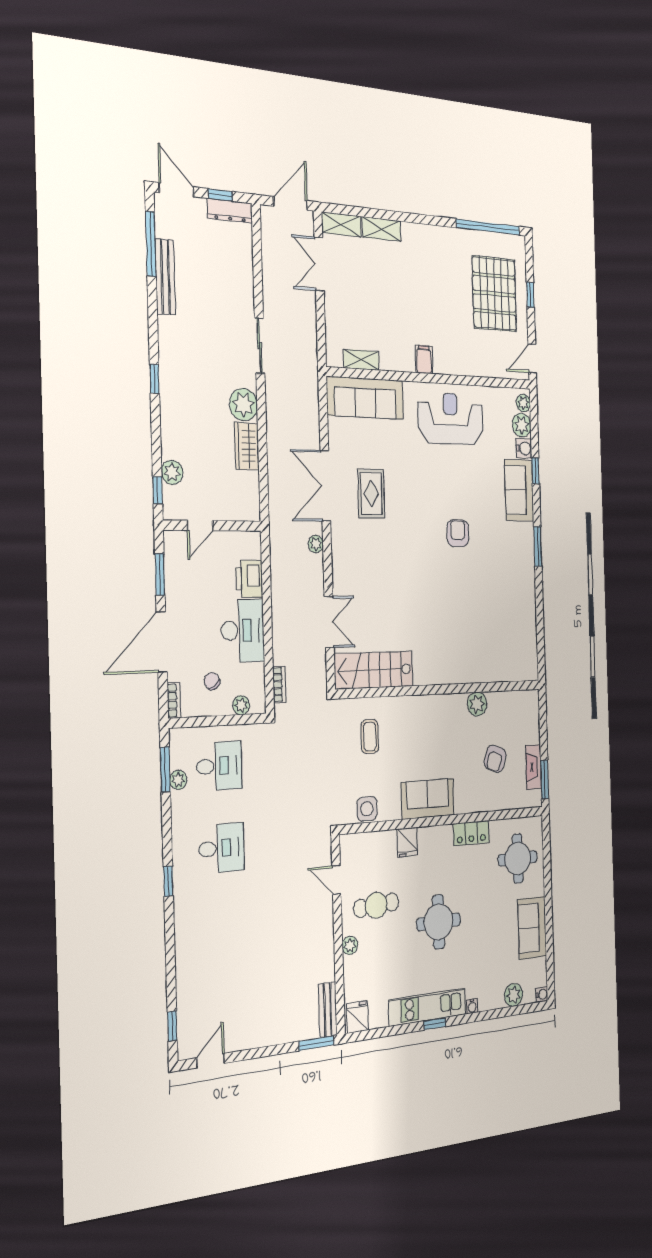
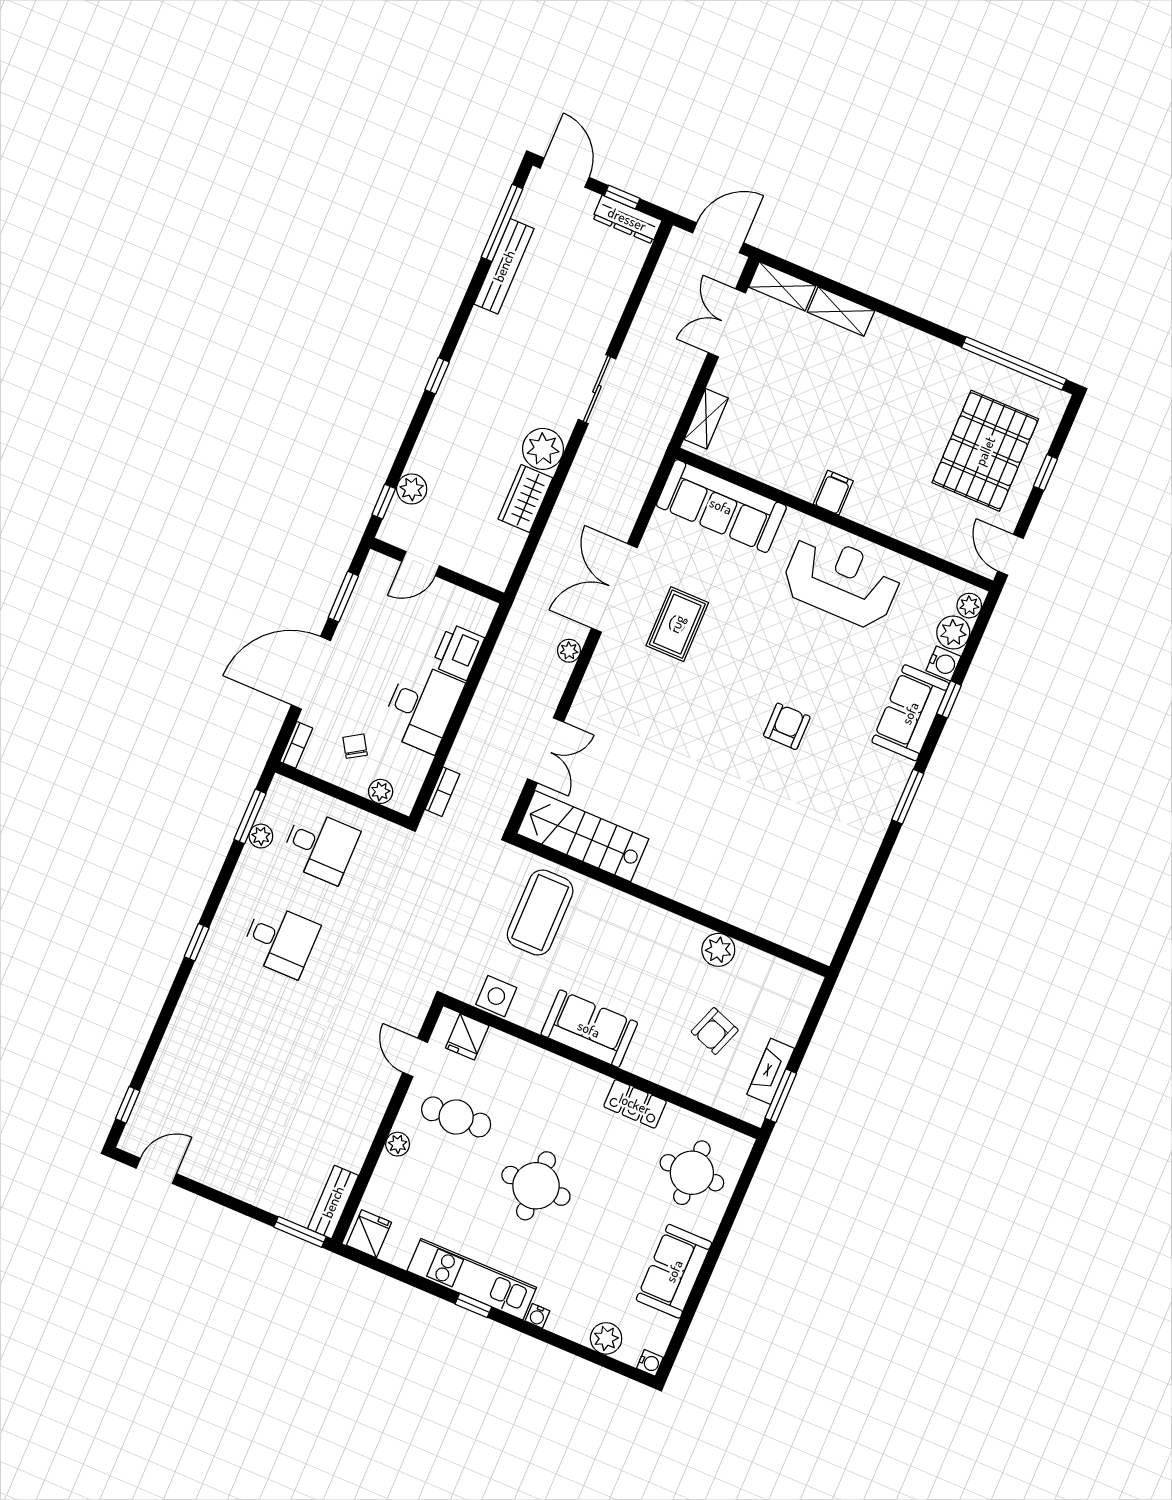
door: (532, 359) -> (1011, 555), hinge flipped
shelving: (361, 360) -> (706, 419), moved, turned 90
coffee table: (370, 737) -> (540, 913), width x1.86, depth x1.72
fridge: (407, 842) -> (467, 1037), moved

